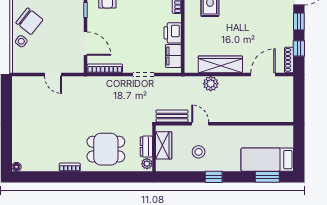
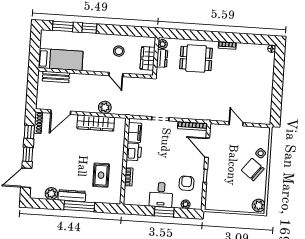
bench: (172, 116) -> (56, 77), moved
bed: (267, 160) -> (61, 60), moved
window: (214, 177) -> (89, 28), moved

